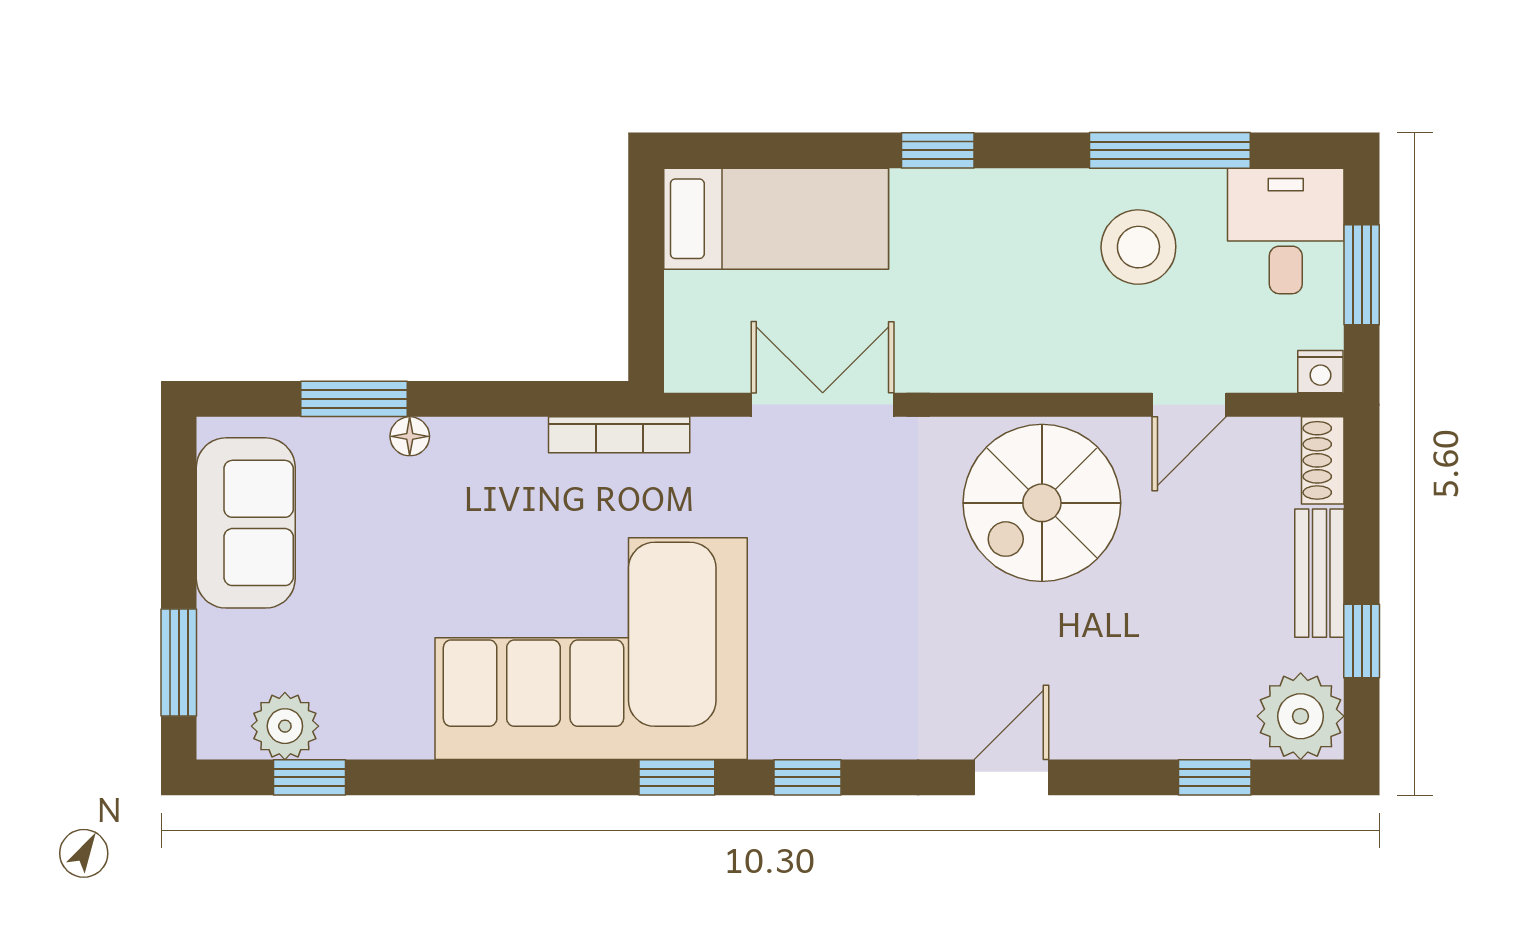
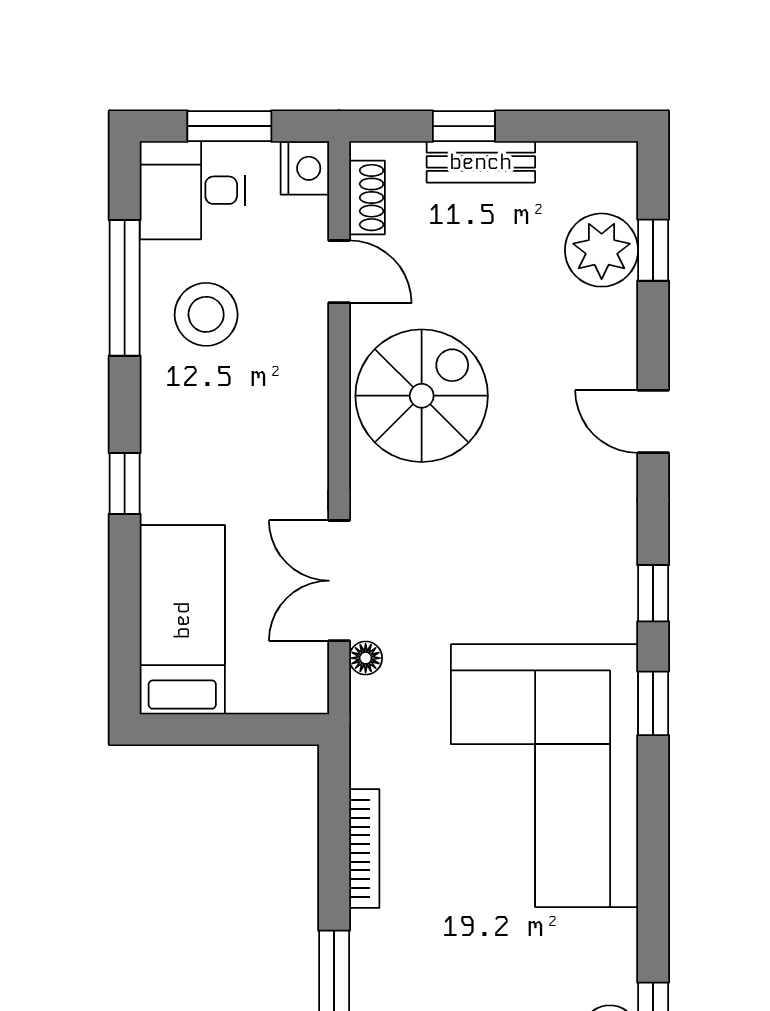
nightstand: (1320, 372) -> (305, 168), width x1.39, depth x1.35
bookcase: (619, 435) -> (364, 848), moved
floor lamp: (410, 436) -> (366, 658), moved
shoe rack: (1323, 460) -> (367, 198), moved, turned -90
spiral stairs: (1042, 503) -> (422, 396), turned -90
window: (1362, 641) -> (464, 126), moved
plant: (1301, 716) -> (602, 250), moved

